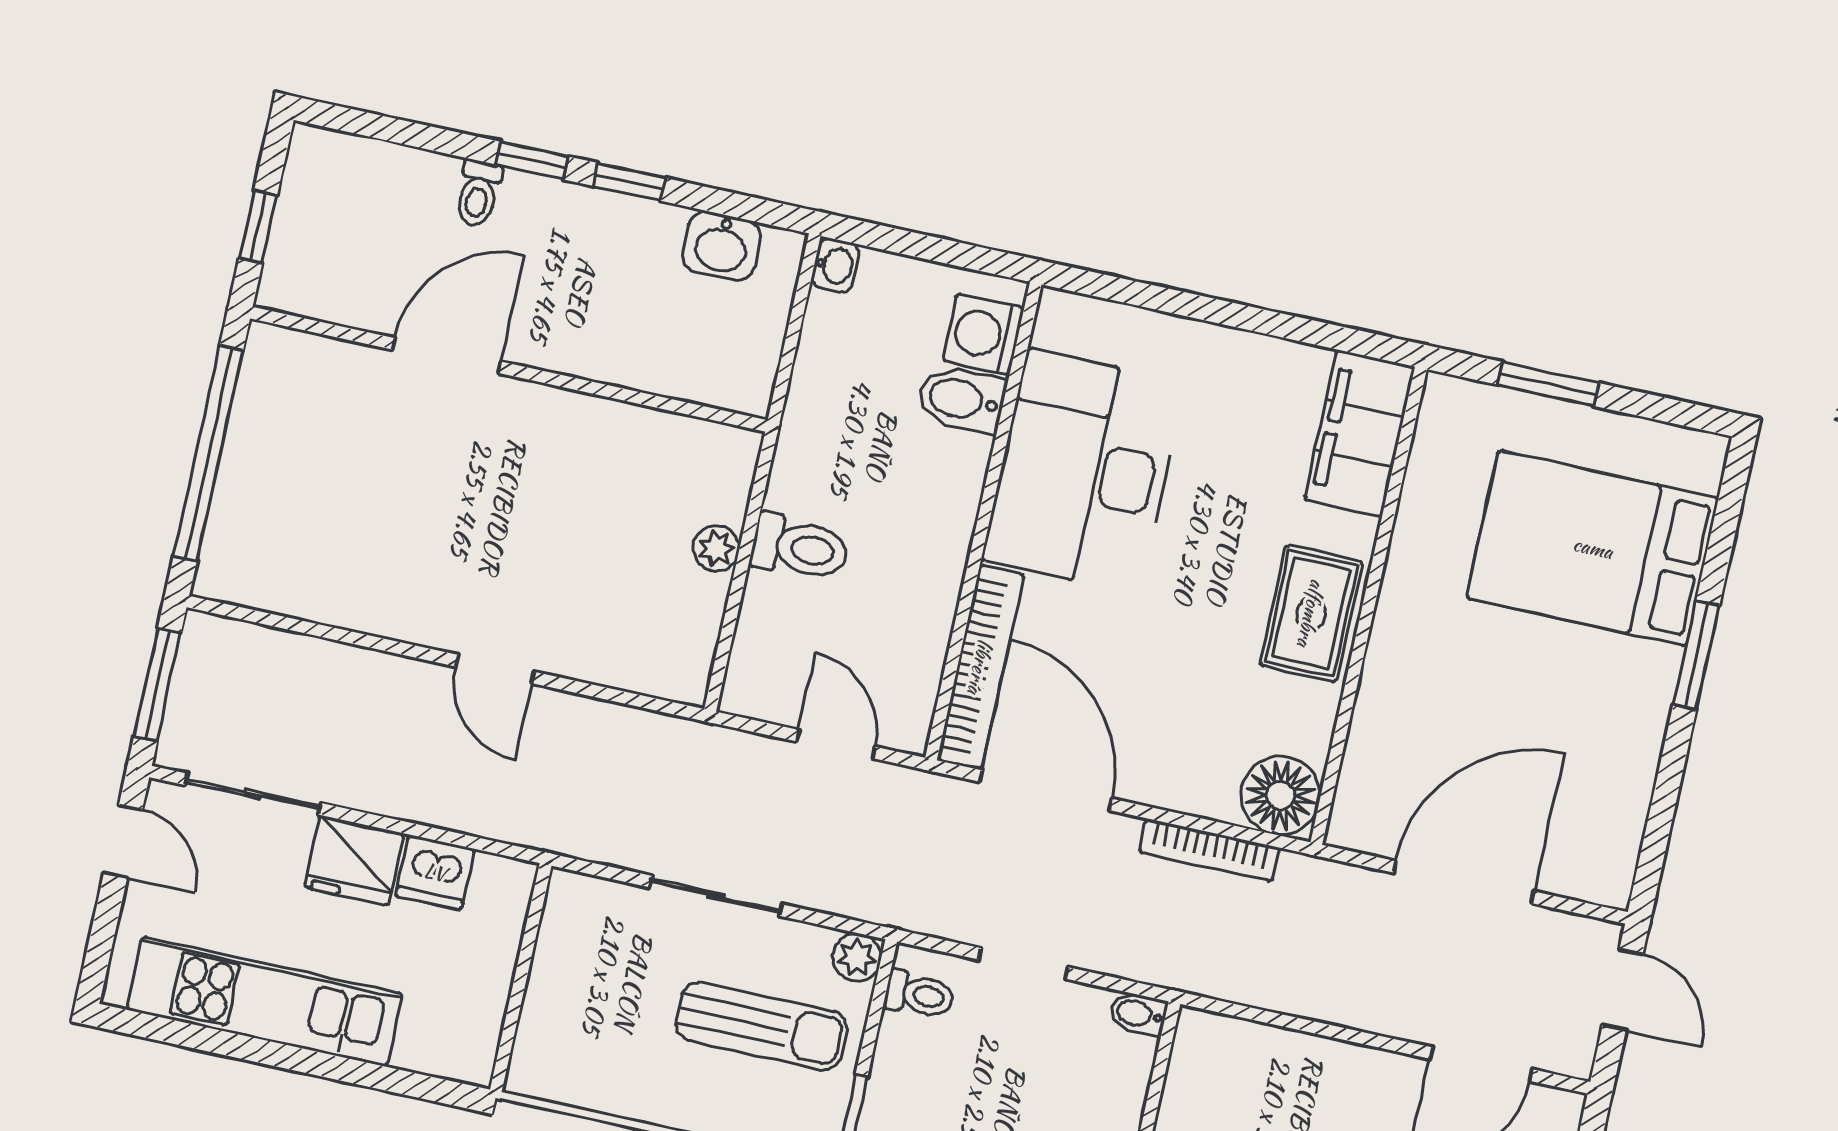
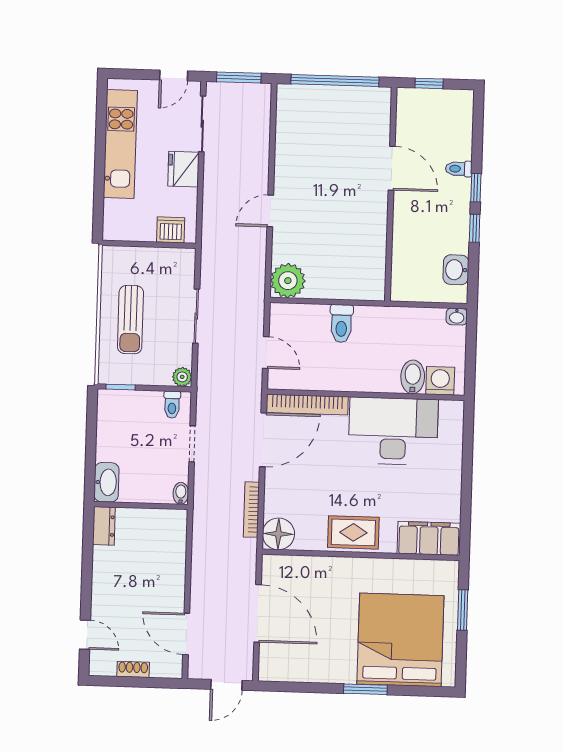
bed: (1593, 548) -> (400, 640), width x1.36
plant: (716, 549) -> (288, 281), moved, width x1.88, depth x1.88
door: (836, 744) -> (266, 352), hinge flipped
dishwasher: (435, 872) -> (171, 230), moved, turned 90
sun lounger: (761, 1026) -> (130, 320), moved

